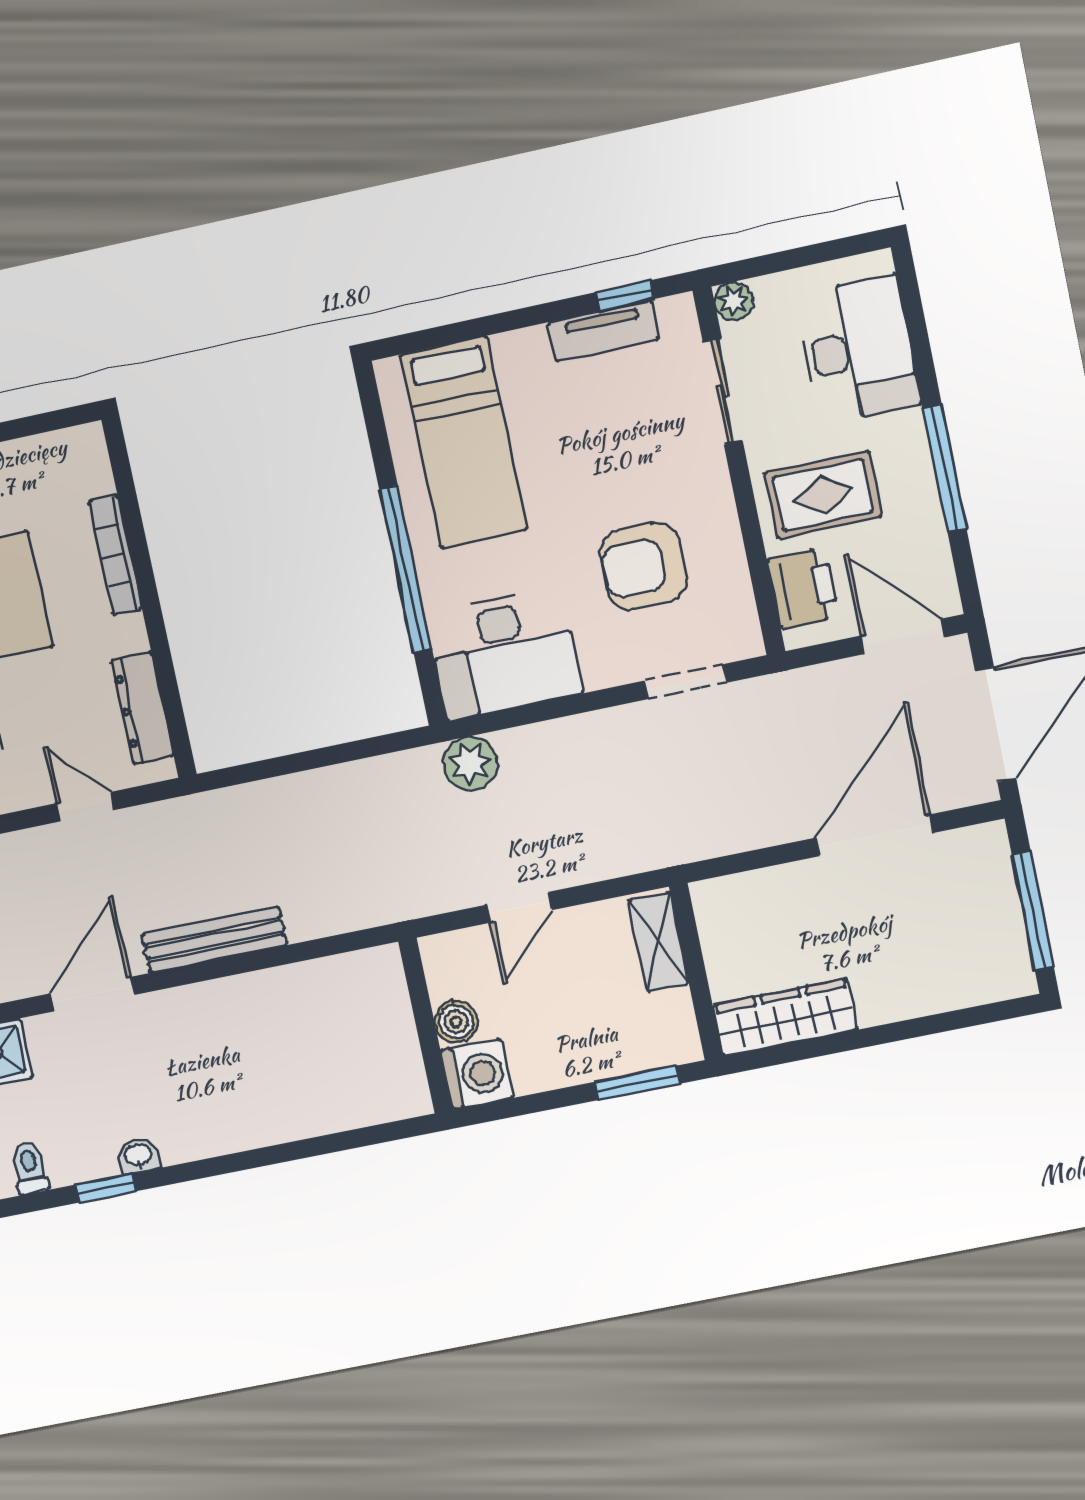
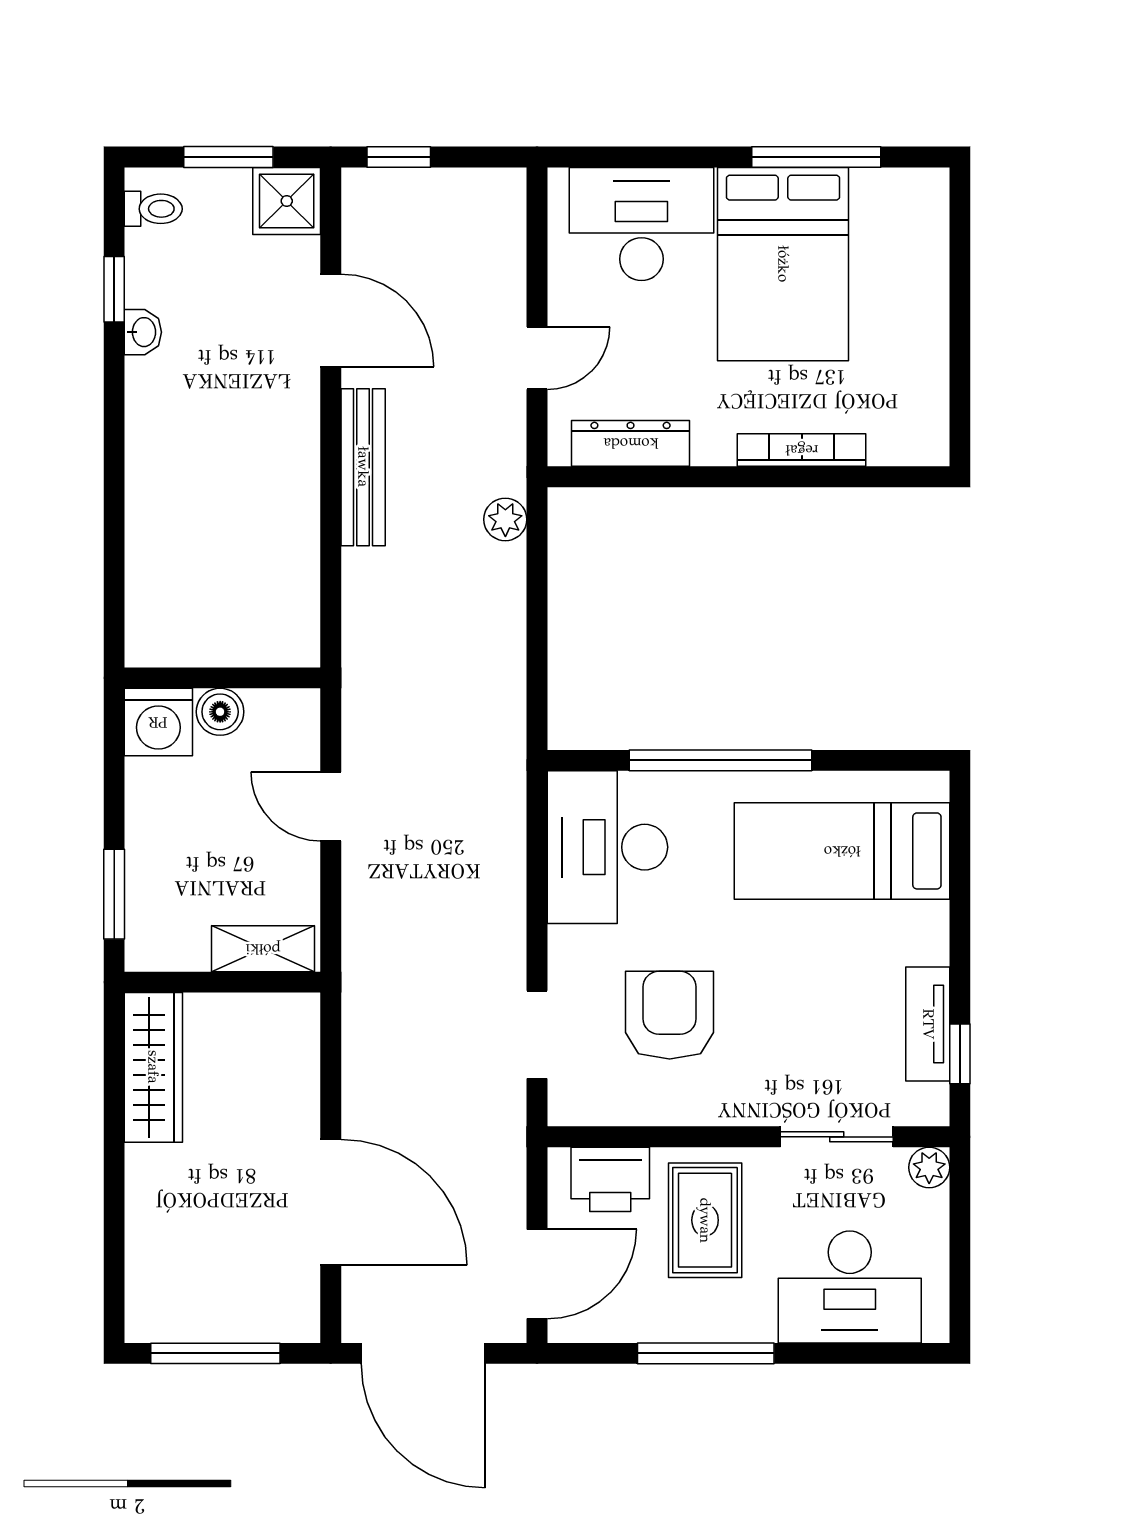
plant: (470, 763) -> (505, 519), moved, width x0.73, depth x0.73

